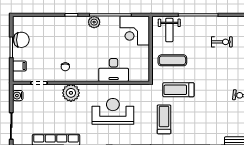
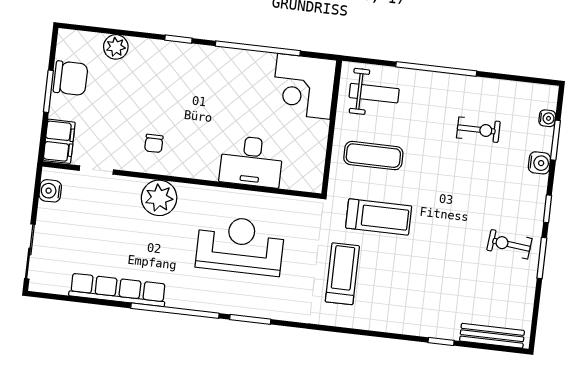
plant: (94, 22) -> (116, 47), moved
weight bench: (169, 30) -> (374, 93), turned -90
filing cabinet: (19, 66) -> (59, 141), width x2.00
treadmill: (178, 90) -> (379, 217), turned 180

